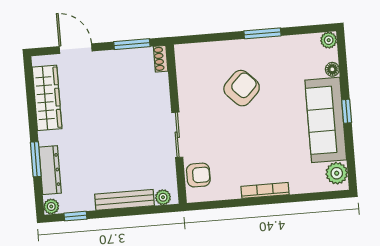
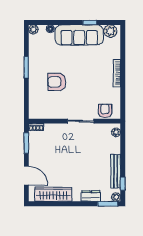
door: (76, 49) -> (26, 176), swing flipped
armchair: (242, 88) -> (57, 82), turned -45
window: (347, 111) -> (90, 22), moved
window: (36, 159) -> (108, 204), moved
dresser: (50, 170) -> (91, 196), width x0.70
bench: (125, 200) -> (116, 171), moved

